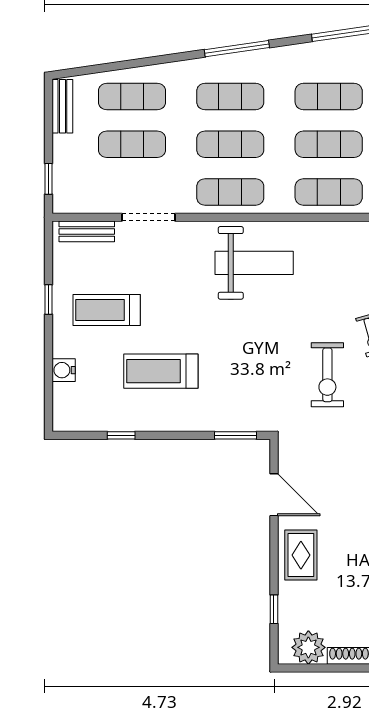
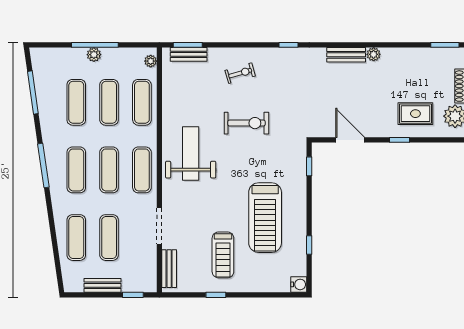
bench: (62, 106) -> (103, 285), moved
water cooler: (64, 370) -> (299, 284), moved, turned -90
treadmill: (161, 371) -> (265, 218), width x1.37, depth x1.38
exercise bike: (327, 375) -> (246, 123), moved
window: (235, 435) -> (309, 166), width x0.67
door: (274, 495) -> (350, 140), hinge flipped
rug: (301, 555) -> (415, 114), moved
window: (274, 609) -> (400, 140), moved

